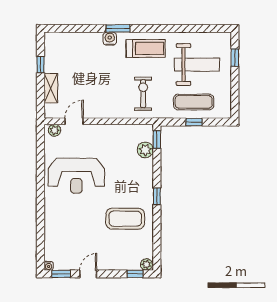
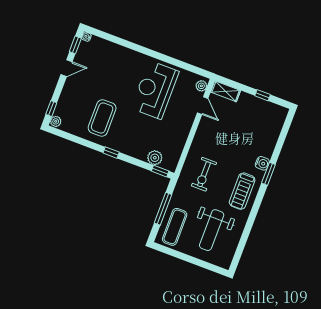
window: (235, 58) -> (205, 265), removed
shelving: (51, 88) -> (226, 91), moved
exercise bike: (143, 94) -> (204, 174), turned 90
exercise mat: (194, 102) -> (175, 227), moved
window: (194, 122) -> (163, 209), width x2.17
door: (88, 274) -> (67, 68), hinge flipped

